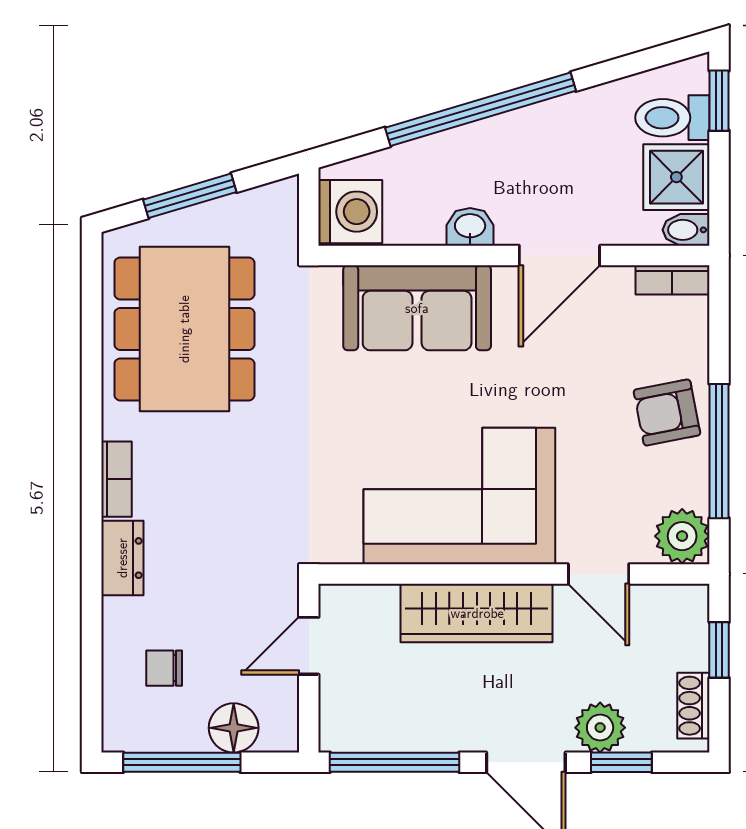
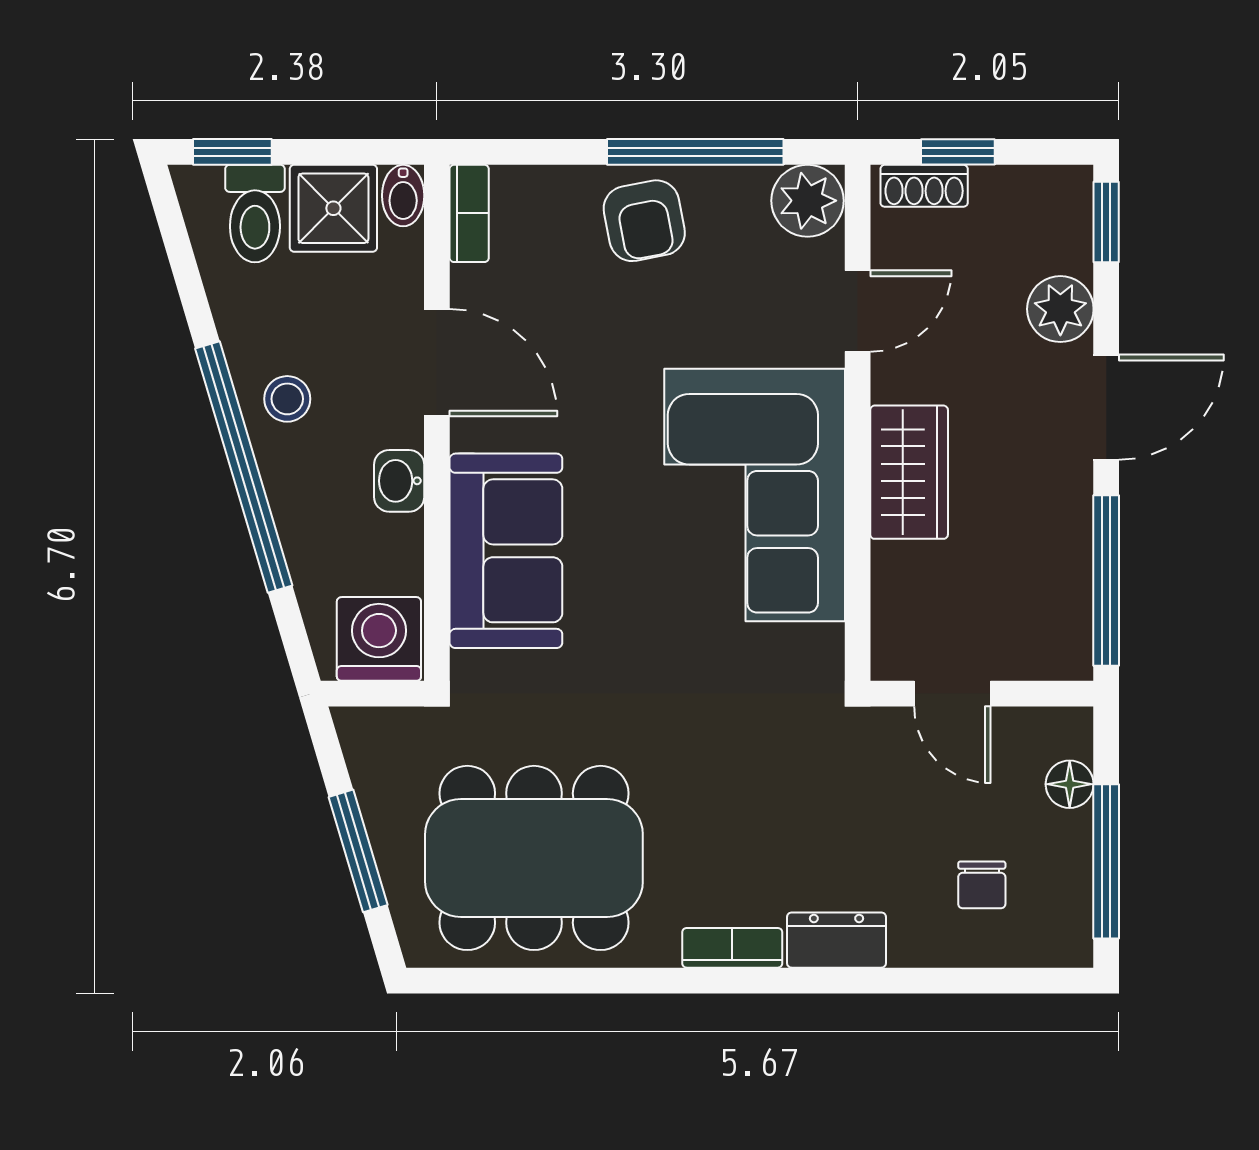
stool: (532, 142) -> (287, 399), added
wardrobe: (477, 613) -> (909, 472), width x0.67
shoe rack: (693, 706) -> (924, 186), moved
floor lamp: (234, 728) -> (1070, 784), width x0.73, depth x0.73
window: (621, 762) -> (1106, 222), moved

